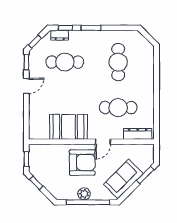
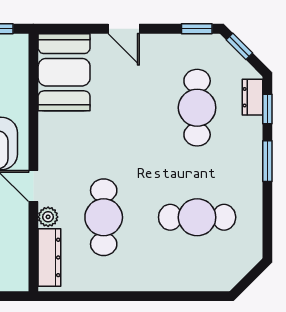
door: (26, 86) -> (124, 29), moved
booth: (69, 127) -> (64, 72), moved
plant: (118, 135) -> (48, 217), added

